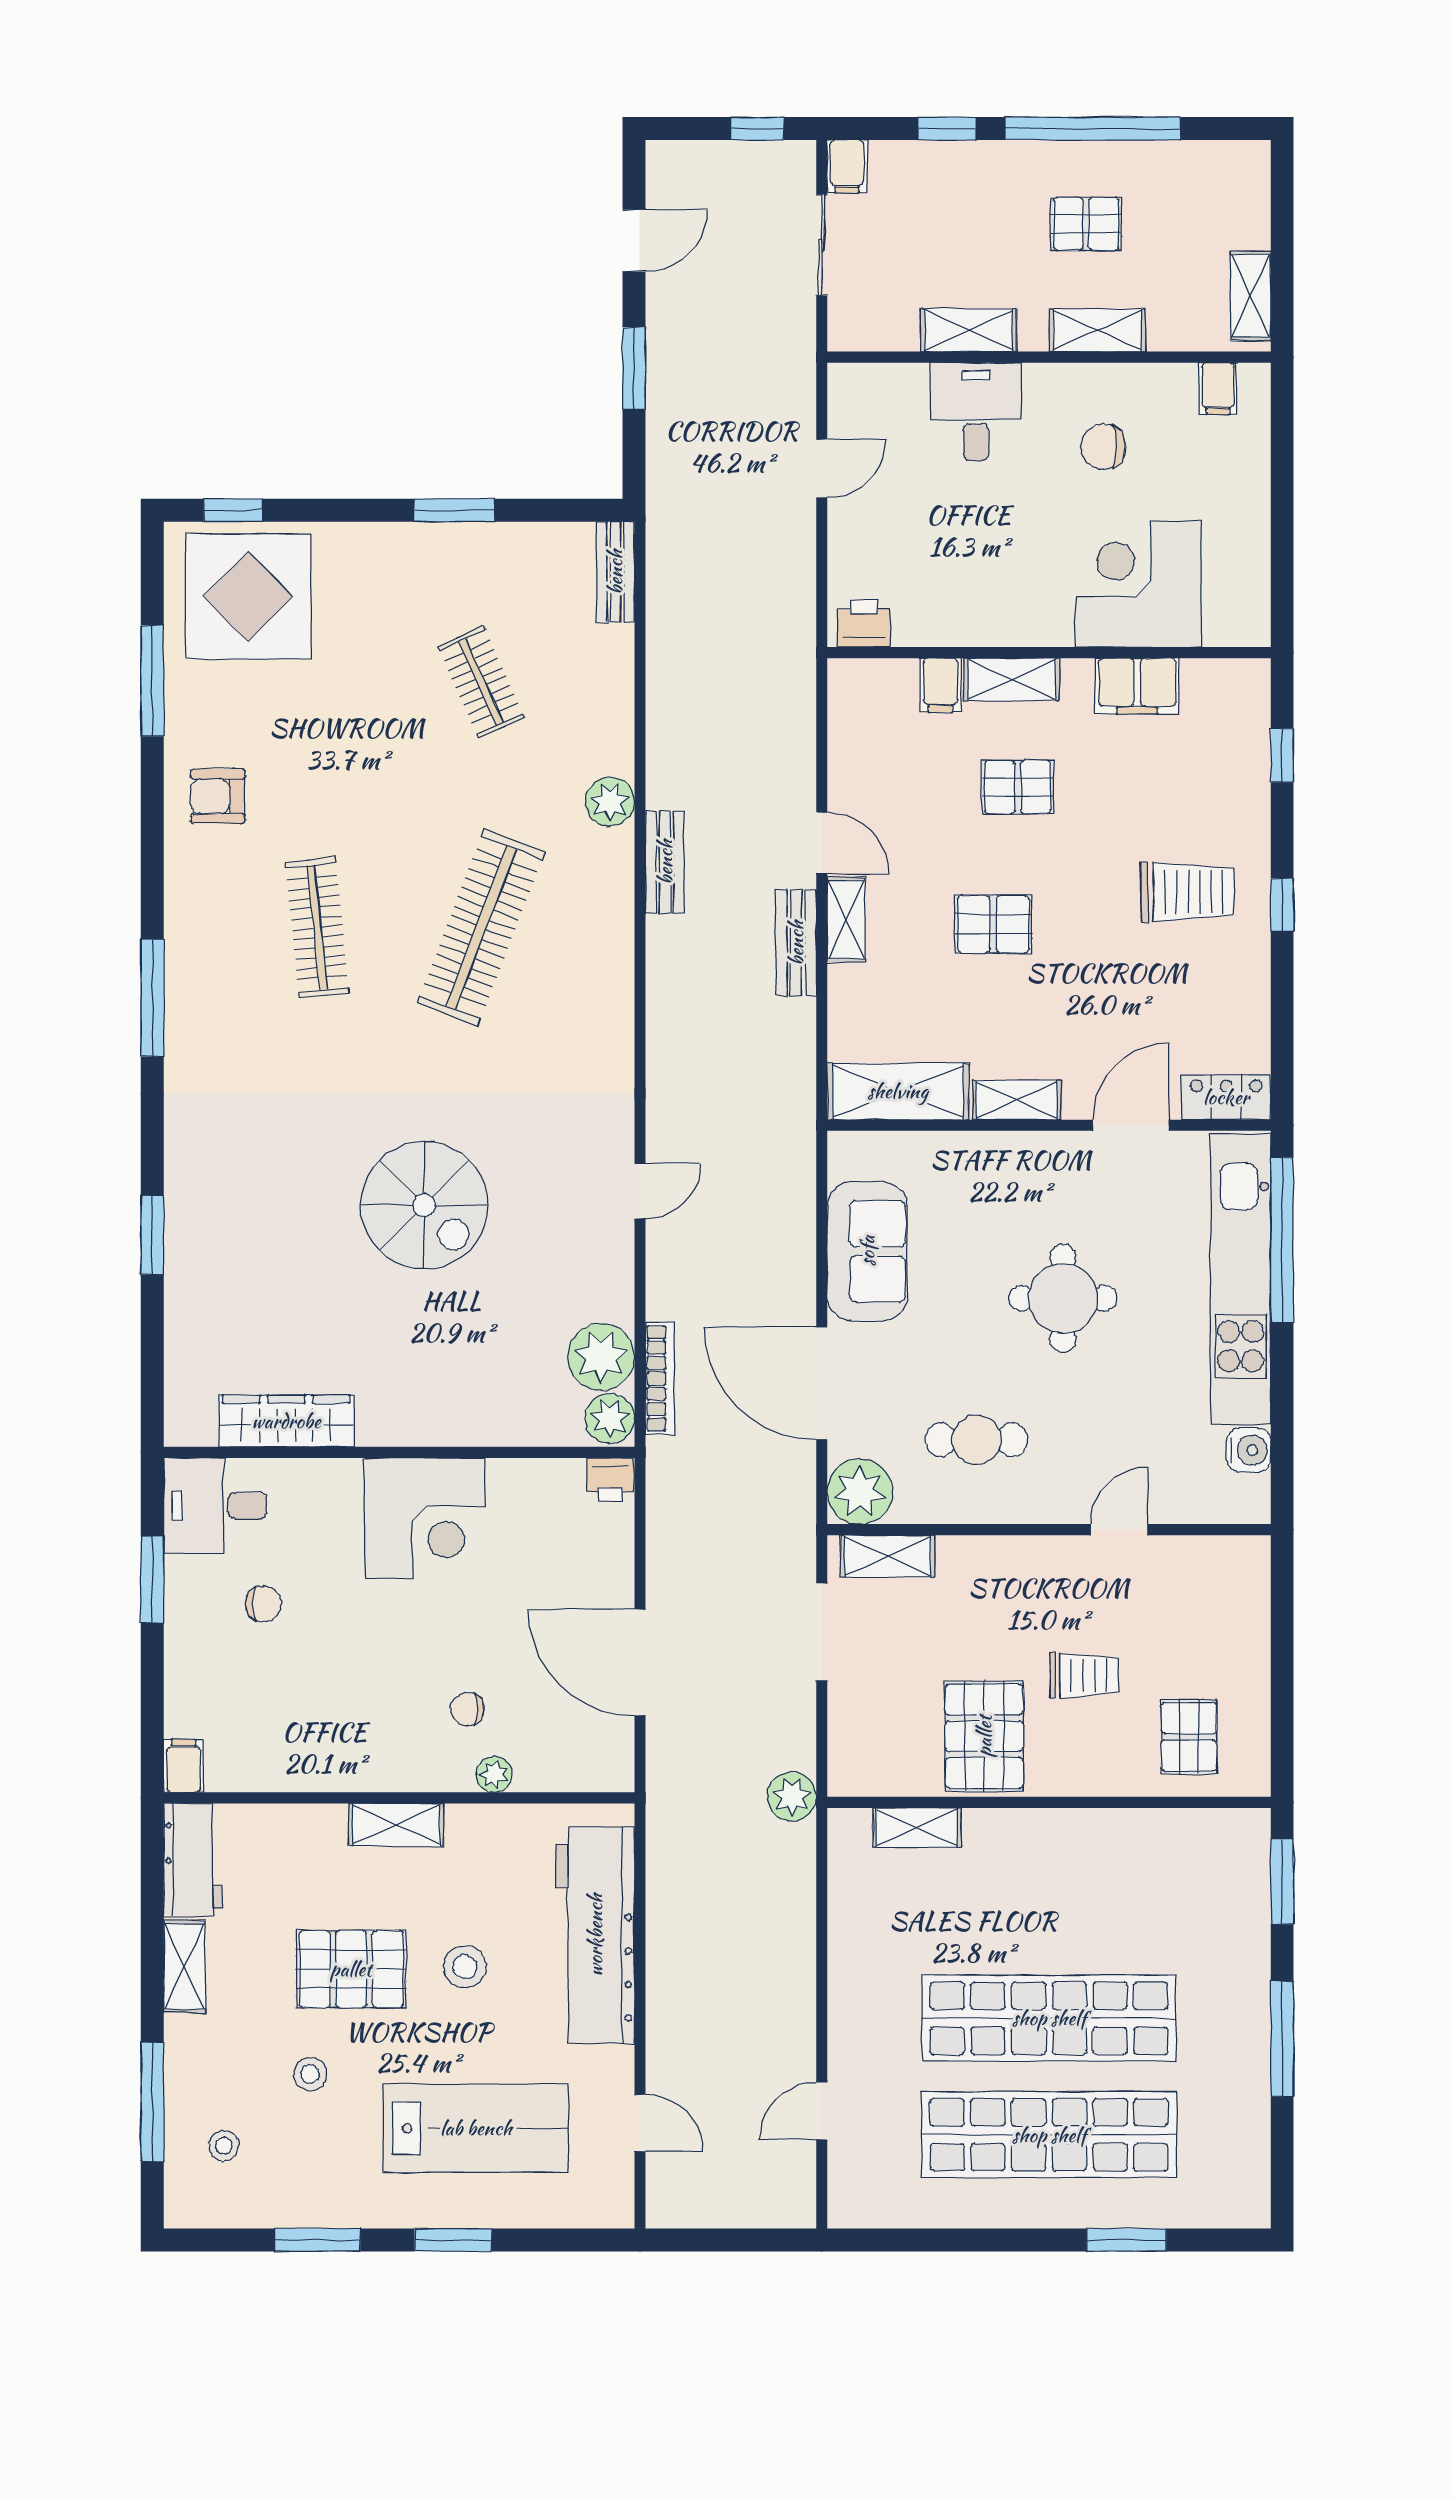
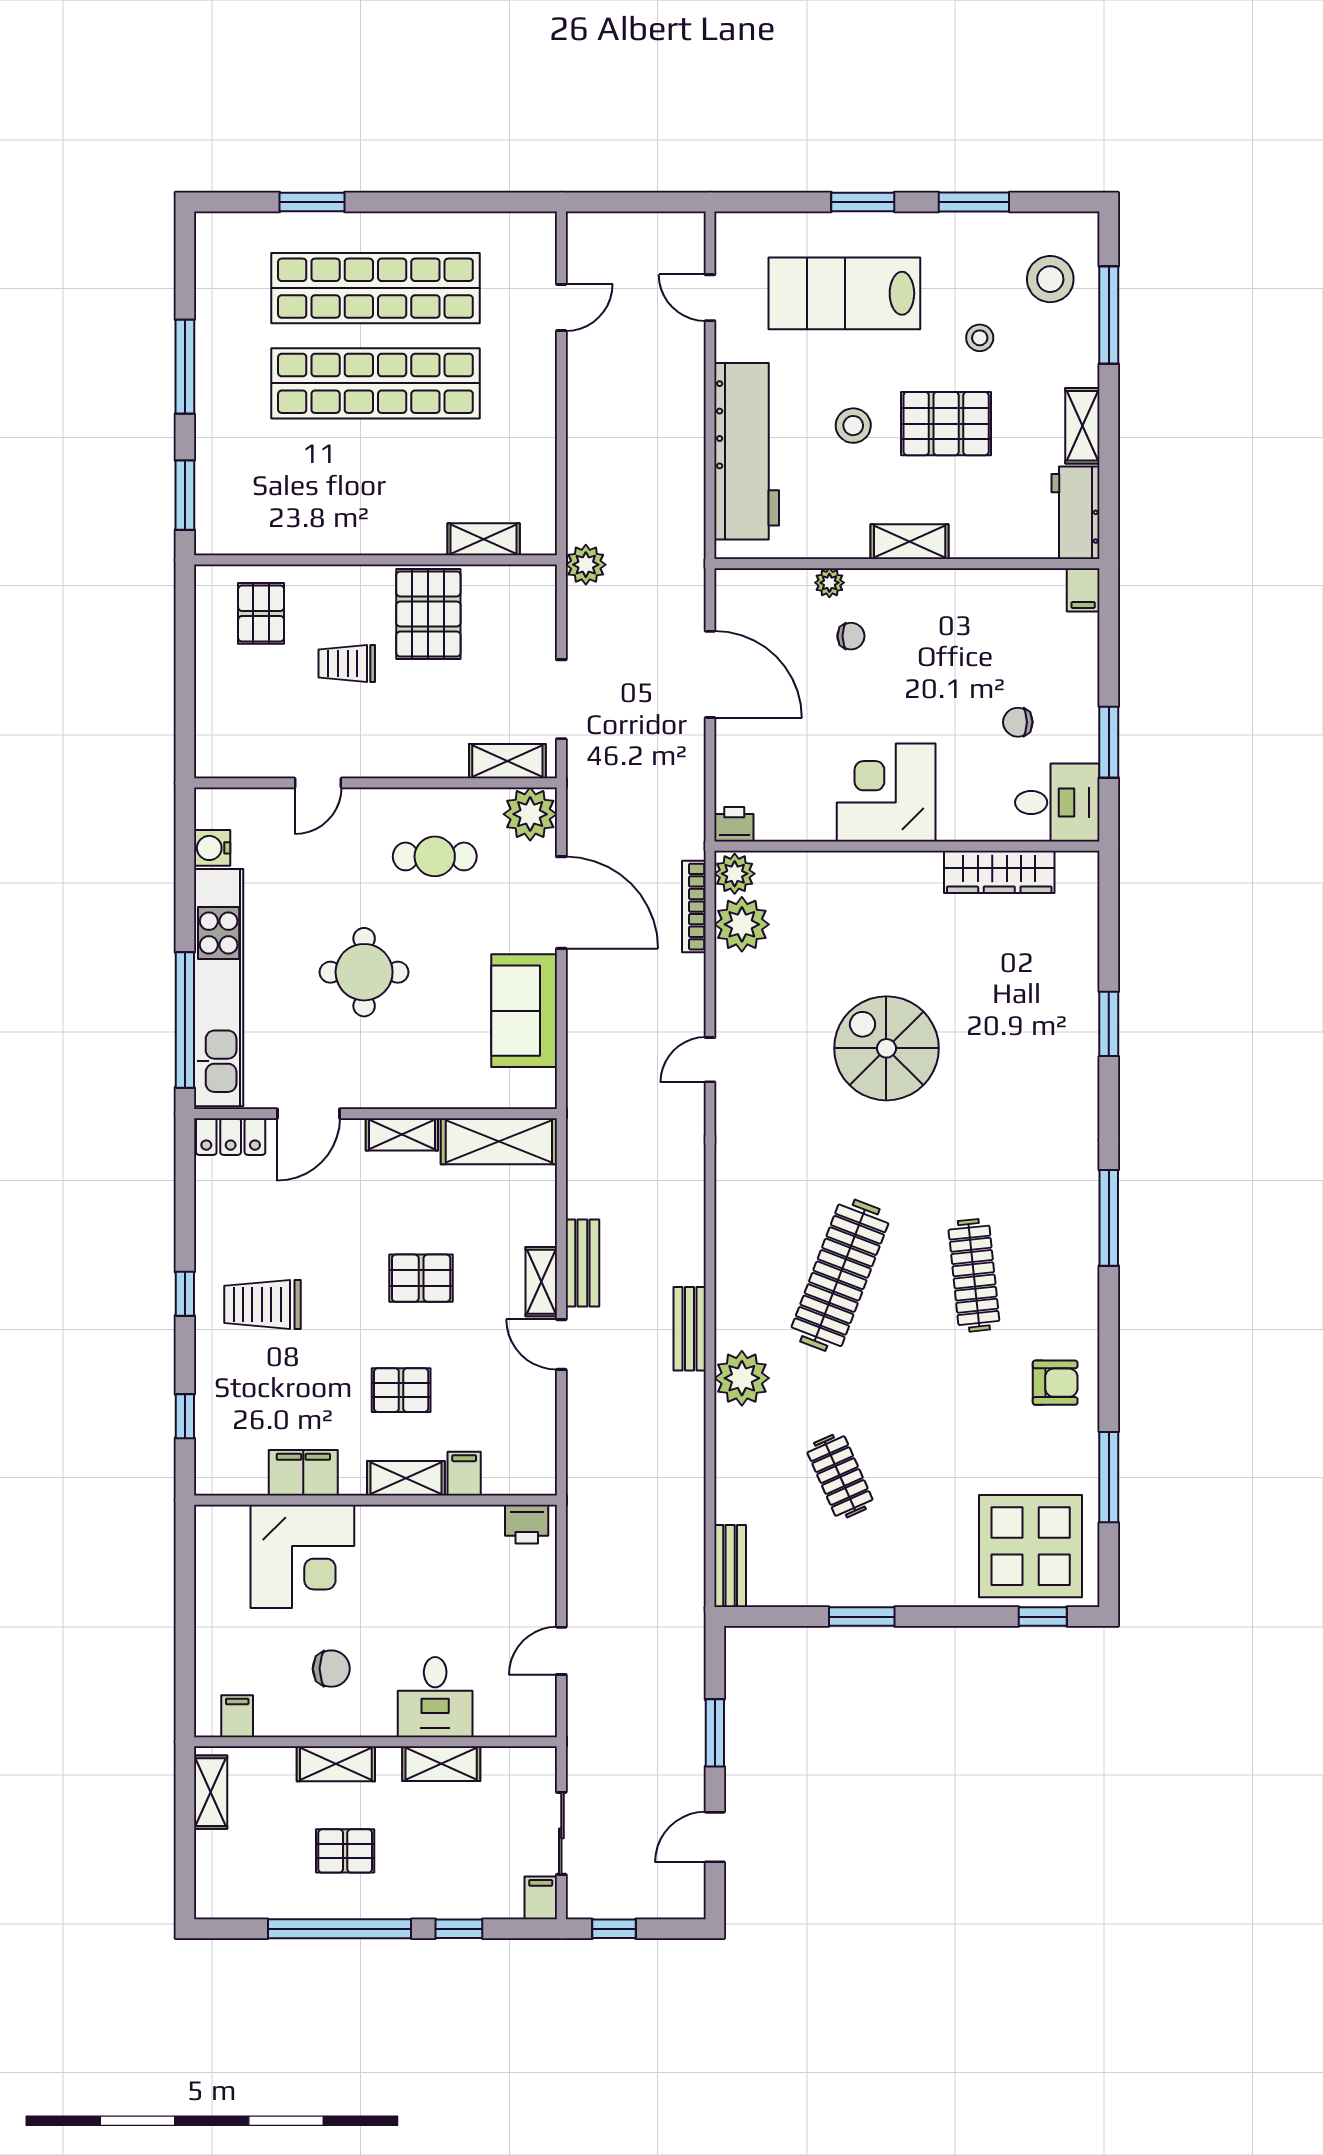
plant: (610, 802) -> (742, 1378), width x1.36, depth x1.36
stool: (224, 2146) -> (1050, 279), width x1.89, depth x1.89

